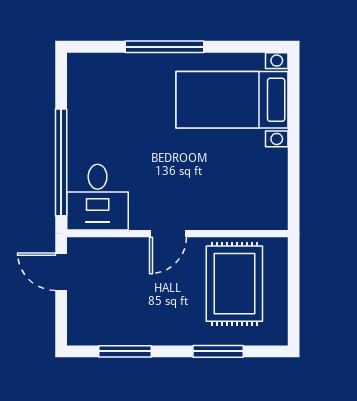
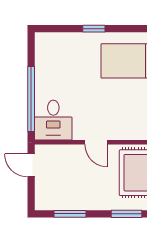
window: (164, 47) -> (94, 29), width x0.46
door: (168, 234) -> (96, 142), hinge flipped

